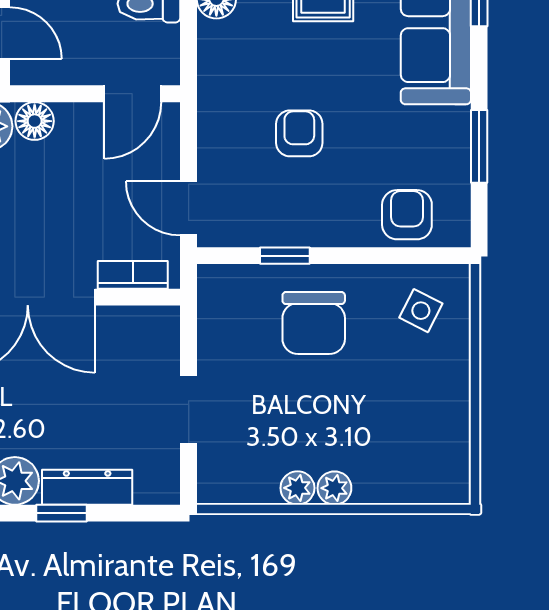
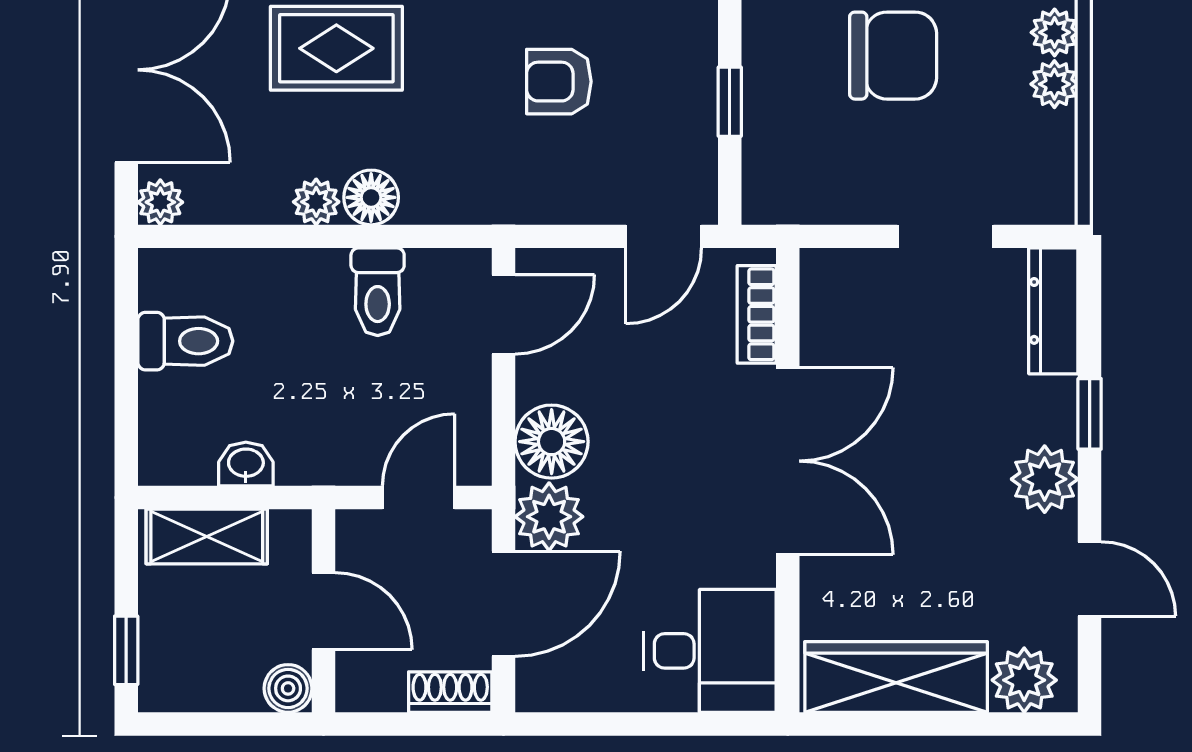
door: (133, 94) -> (503, 314), hinge flipped
floor lamp: (35, 121) -> (552, 442), width x1.38, depth x1.38
chair: (314, 323) -> (893, 56), moved
dresser: (87, 487) -> (1053, 311), moved

